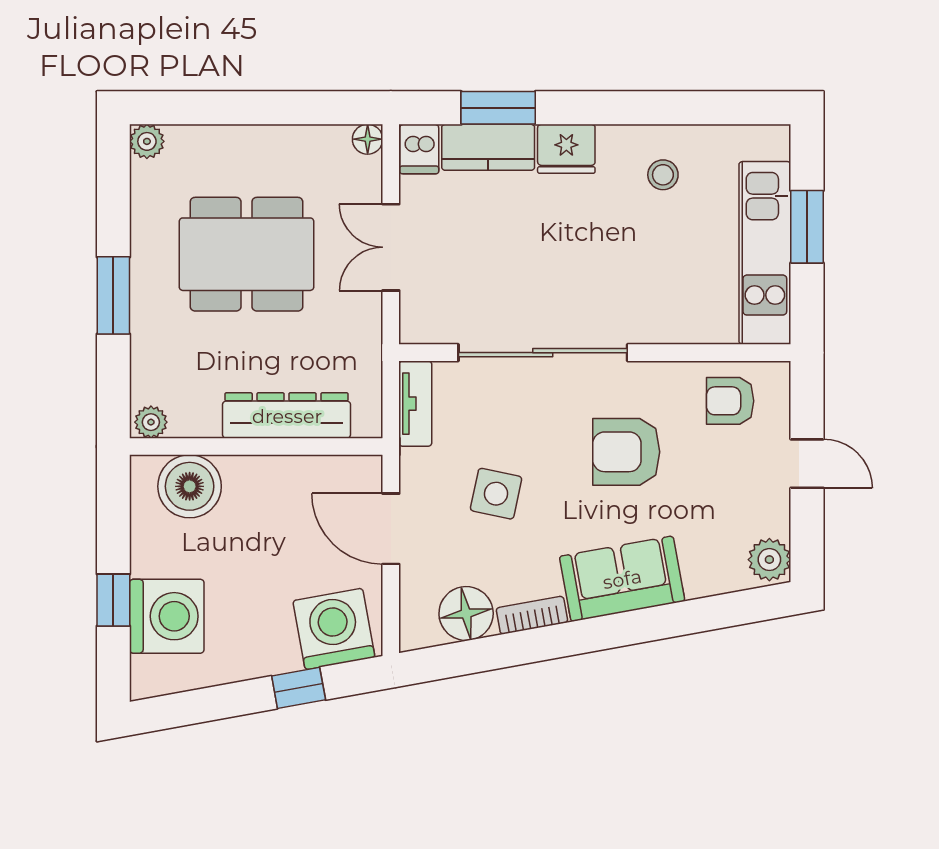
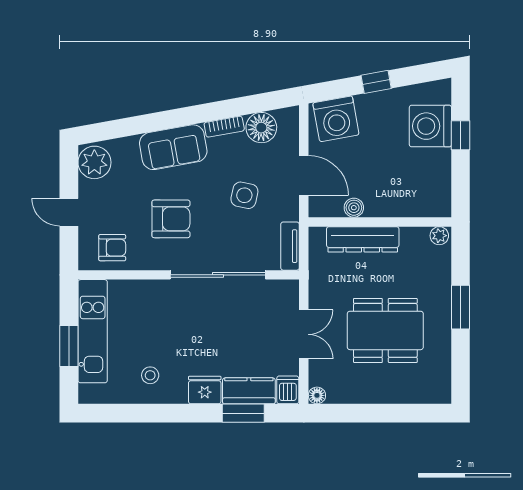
plant: (147, 141) -> (442, 394), removed
boiler: (190, 486) -> (354, 208), moved, width x0.54, depth x0.54
plant: (769, 560) -> (94, 162), width x1.36, depth x1.36
window: (299, 688) -> (376, 82), moved

